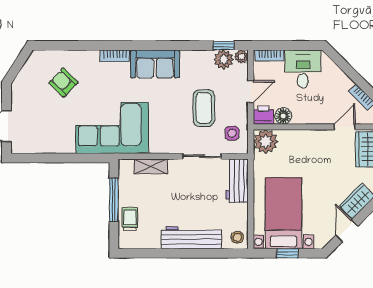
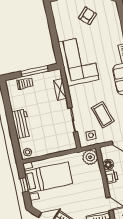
armchair: (63, 83) -> (87, 16), moved
coffee table: (204, 108) -> (103, 115), turned 72
printer: (263, 115) -> (111, 177), moved
workbench: (237, 181) -> (62, 145), removed
workbench: (191, 238) -> (21, 124), width x0.73

